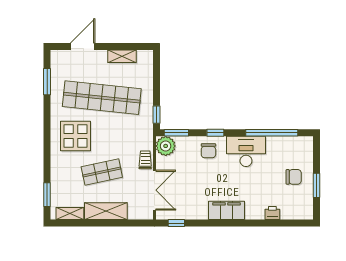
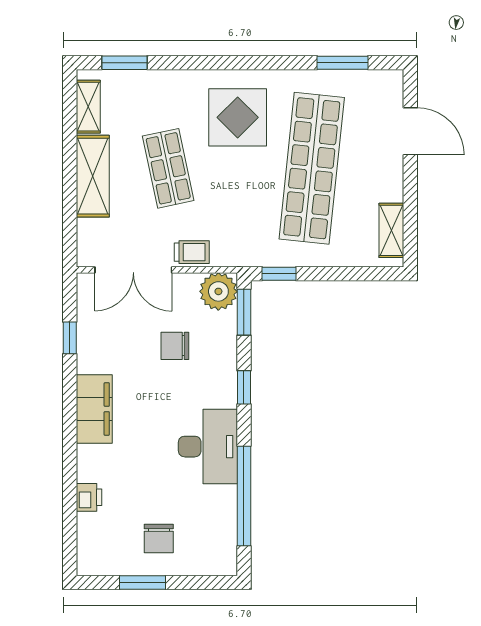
shelving: (122, 56) -> (391, 230), moved
chair: (208, 151) -> (175, 346), moved
window: (176, 223) -> (70, 338), moved

